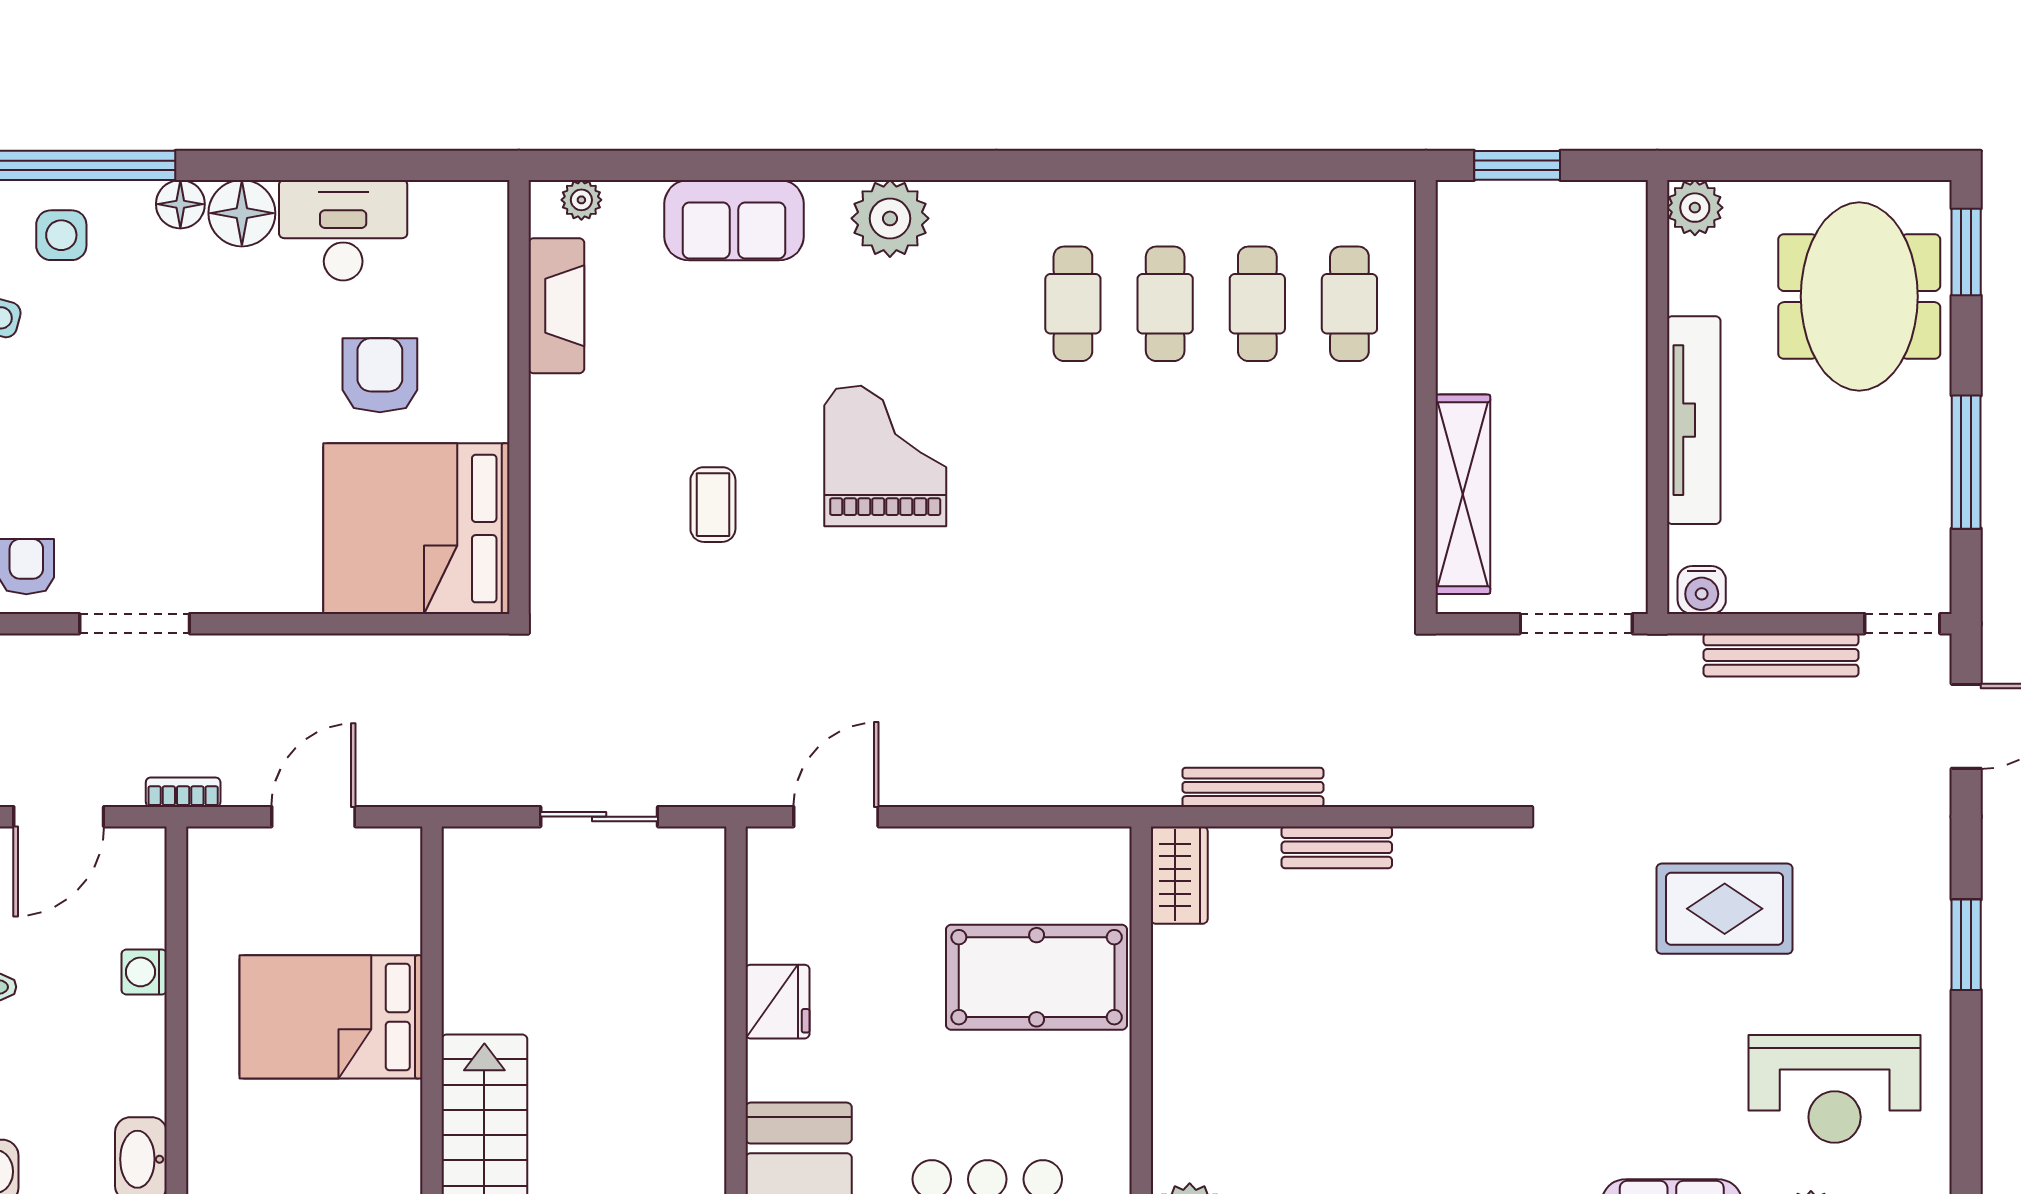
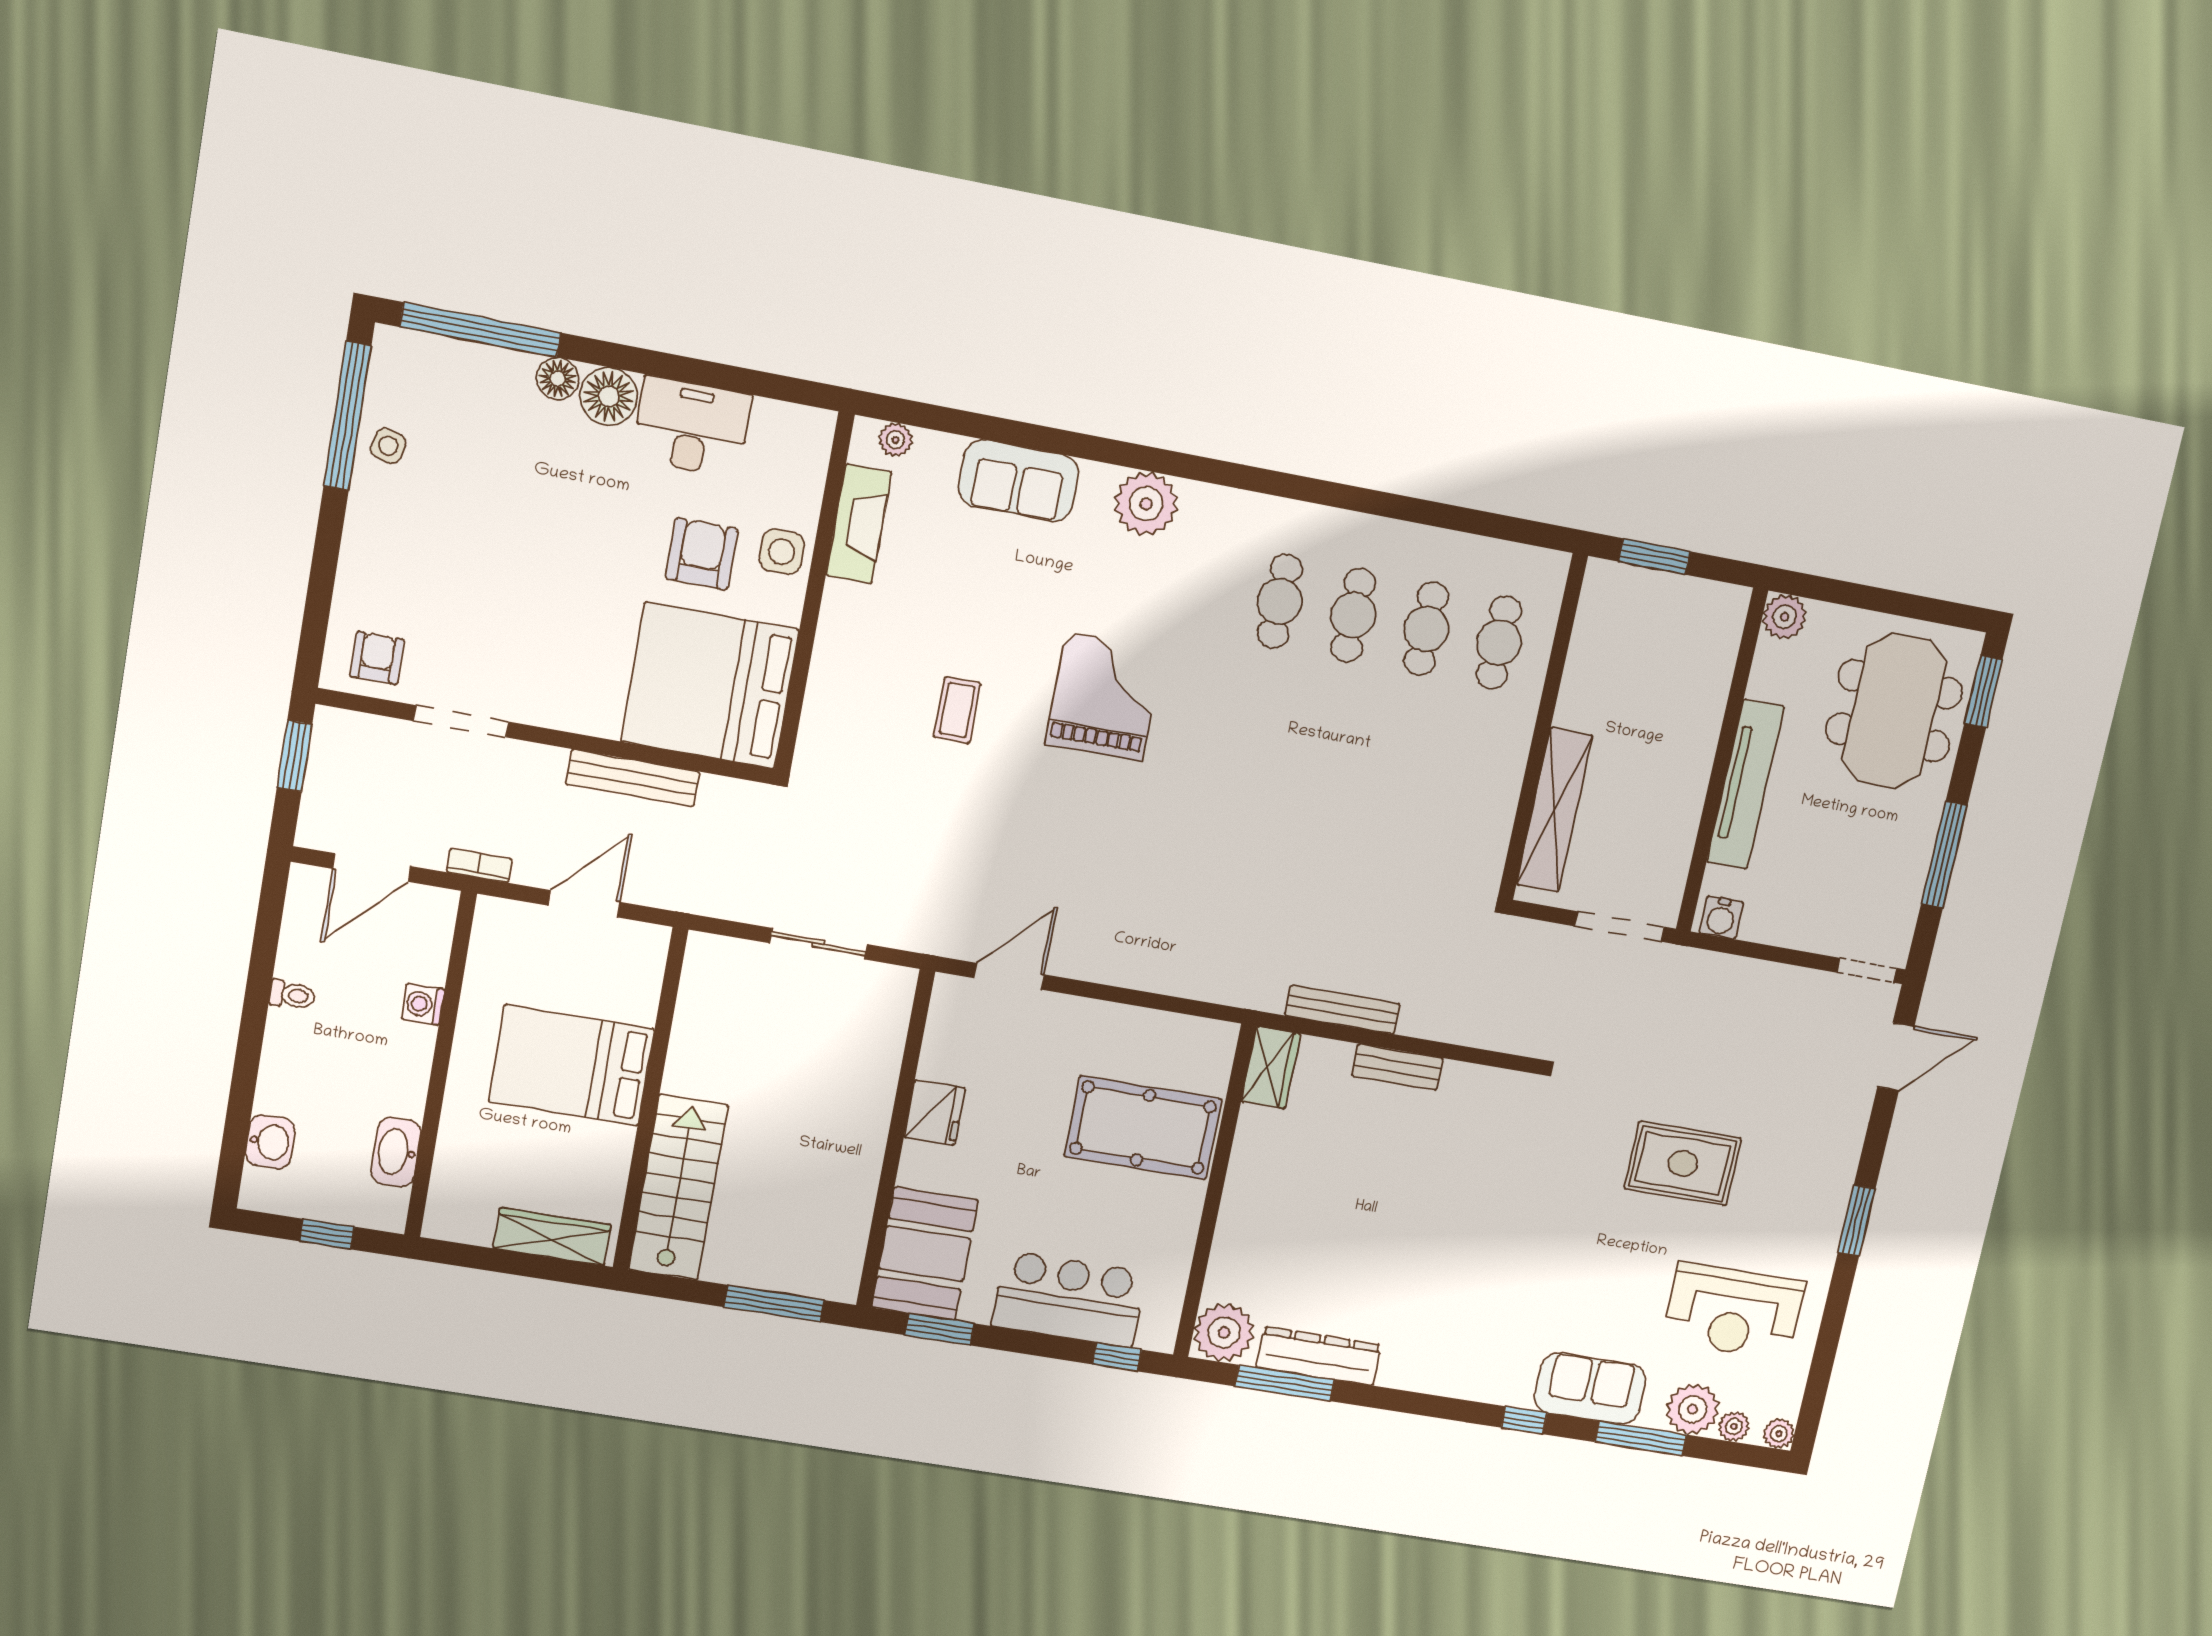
side table: (61, 235) -> (782, 552), moved
bench: (1781, 655) -> (633, 778), moved

